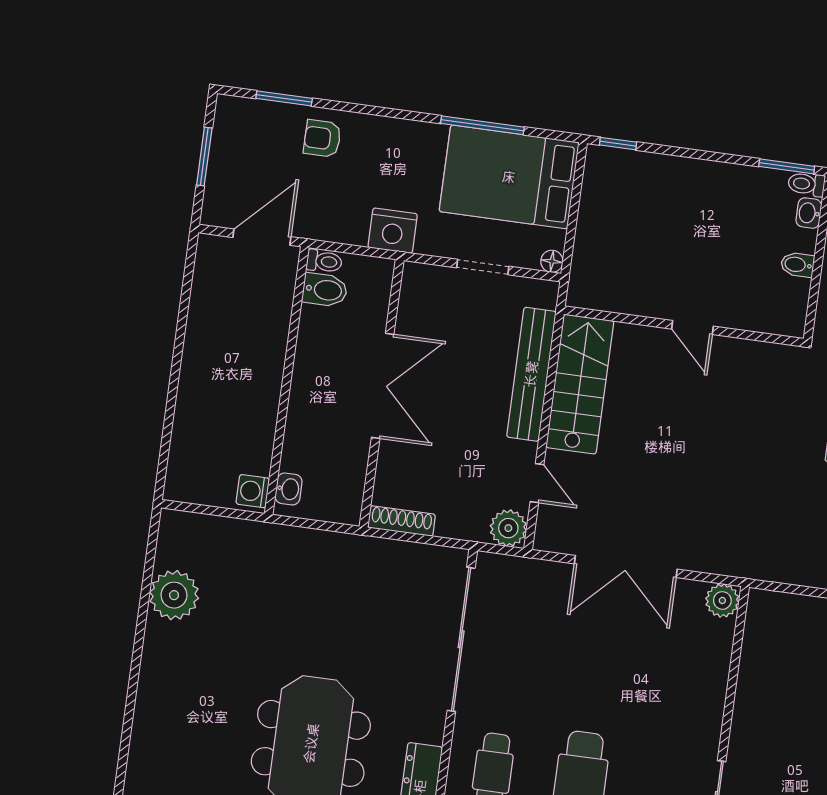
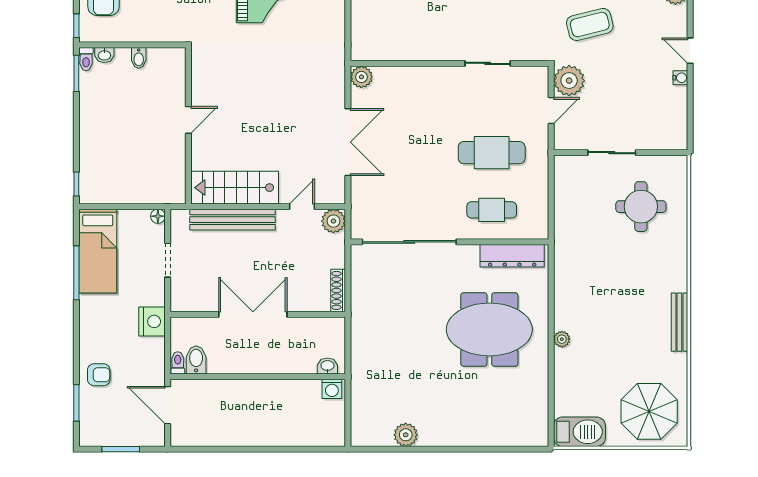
armchair: (322, 138) -> (99, 375), turned -90
bed: (509, 177) -> (98, 251), width x0.67
plant: (174, 595) -> (406, 435), width x0.73, depth x0.73

